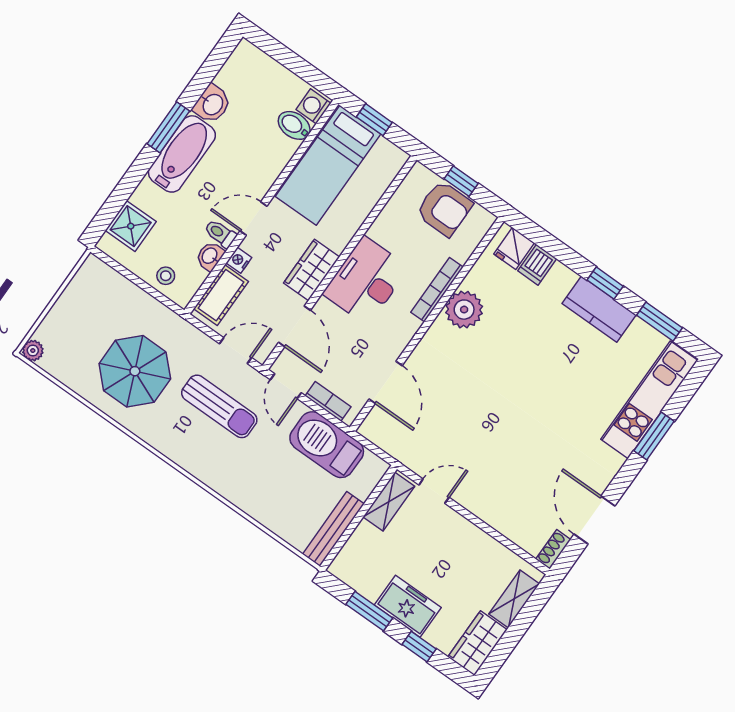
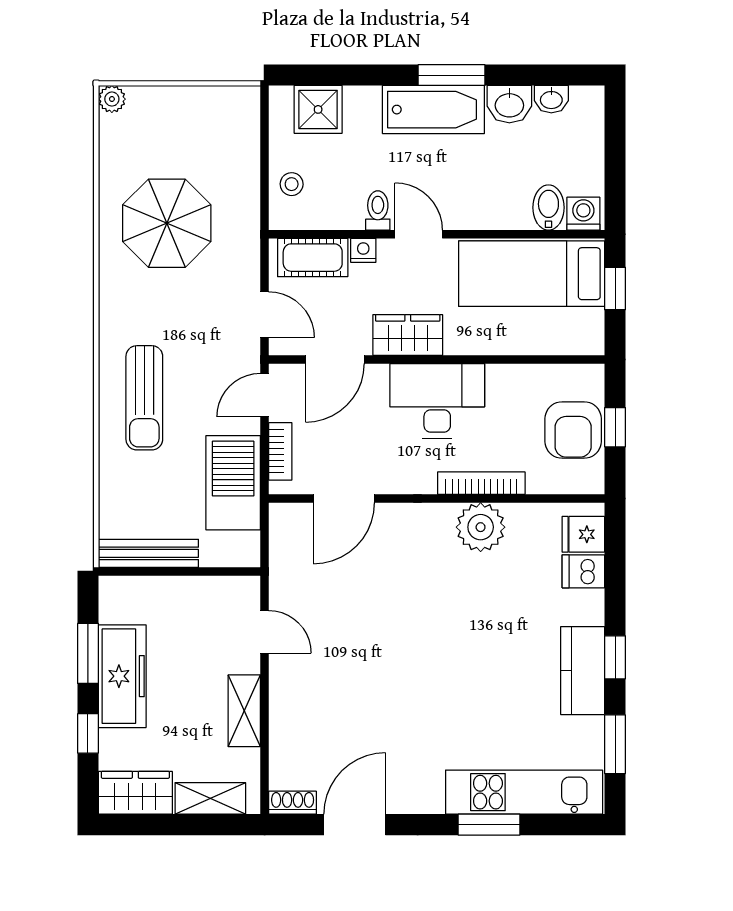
washbasin: (210, 256) -> (551, 99), moved, turned 180
sun lounger: (219, 406) -> (144, 398), moved
shelving: (389, 502) -> (244, 711), moved, turned 90
freezer: (408, 606) -> (122, 676), width x1.40

